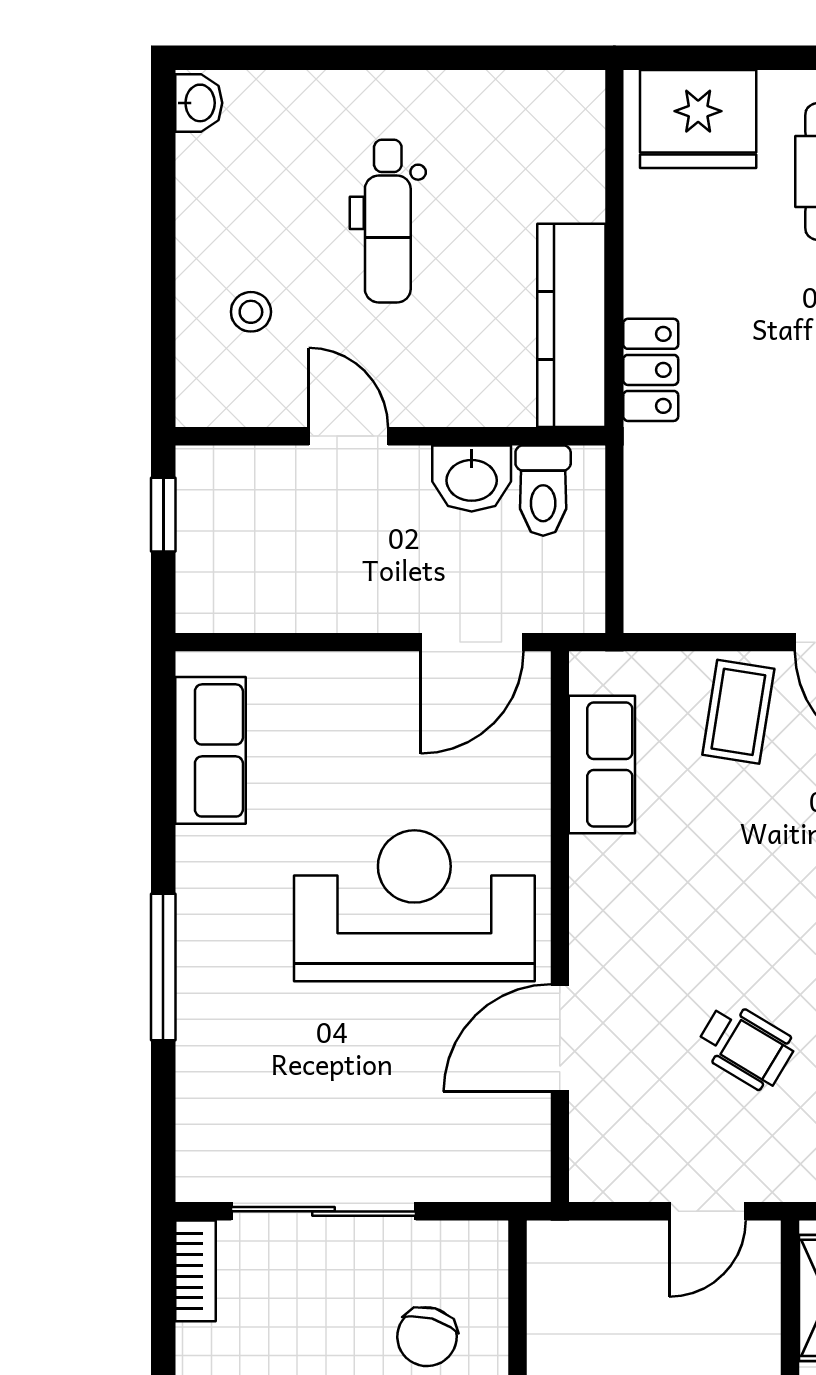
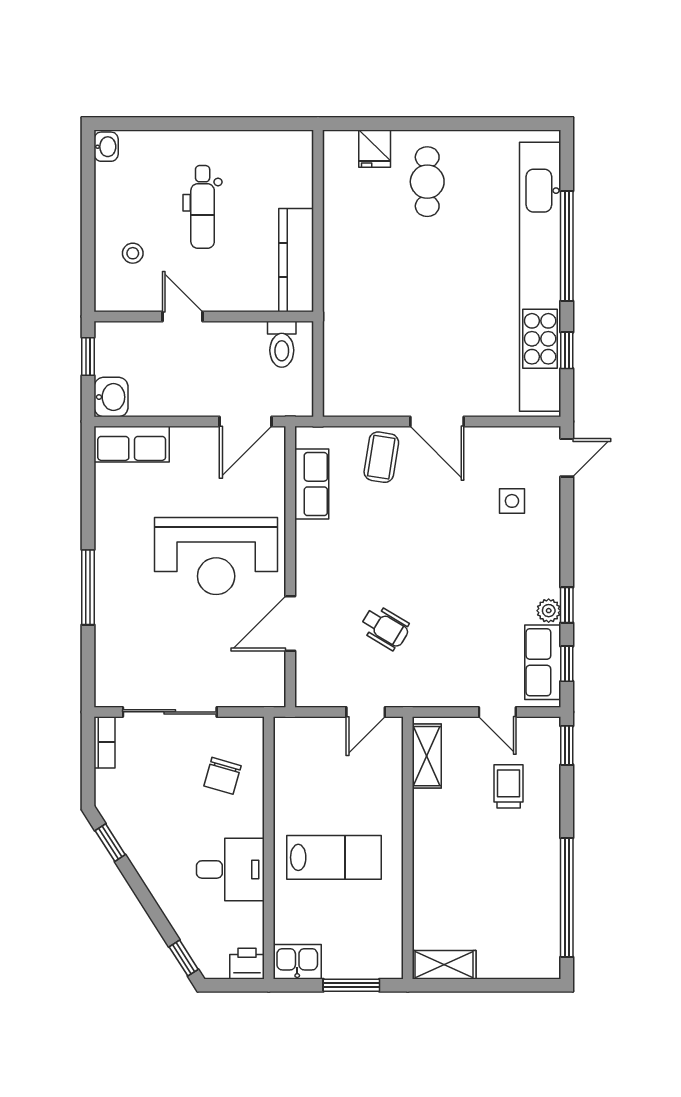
fridge: (698, 119) -> (375, 149), width x0.53, depth x0.75
locker: (651, 370) -> (337, 283), removed
washbasin: (472, 478) -> (111, 397), moved, turned -90
row of seats: (210, 750) -> (132, 444), moved, turned 90
reception desk: (414, 906) -> (216, 556), turned 180

